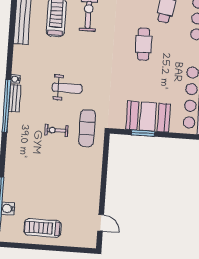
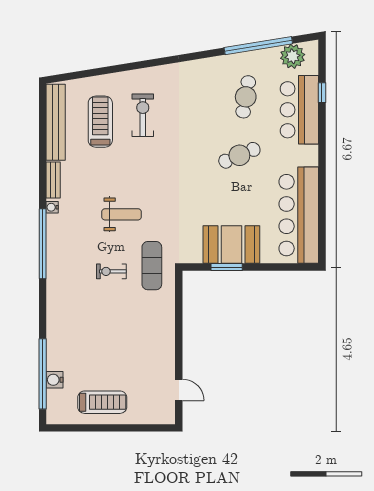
cafe table: (144, 44) -> (239, 155), moved, turned 69
bench: (15, 98) -> (53, 180), moved
treadmill: (43, 228) -> (102, 402), turned 180

